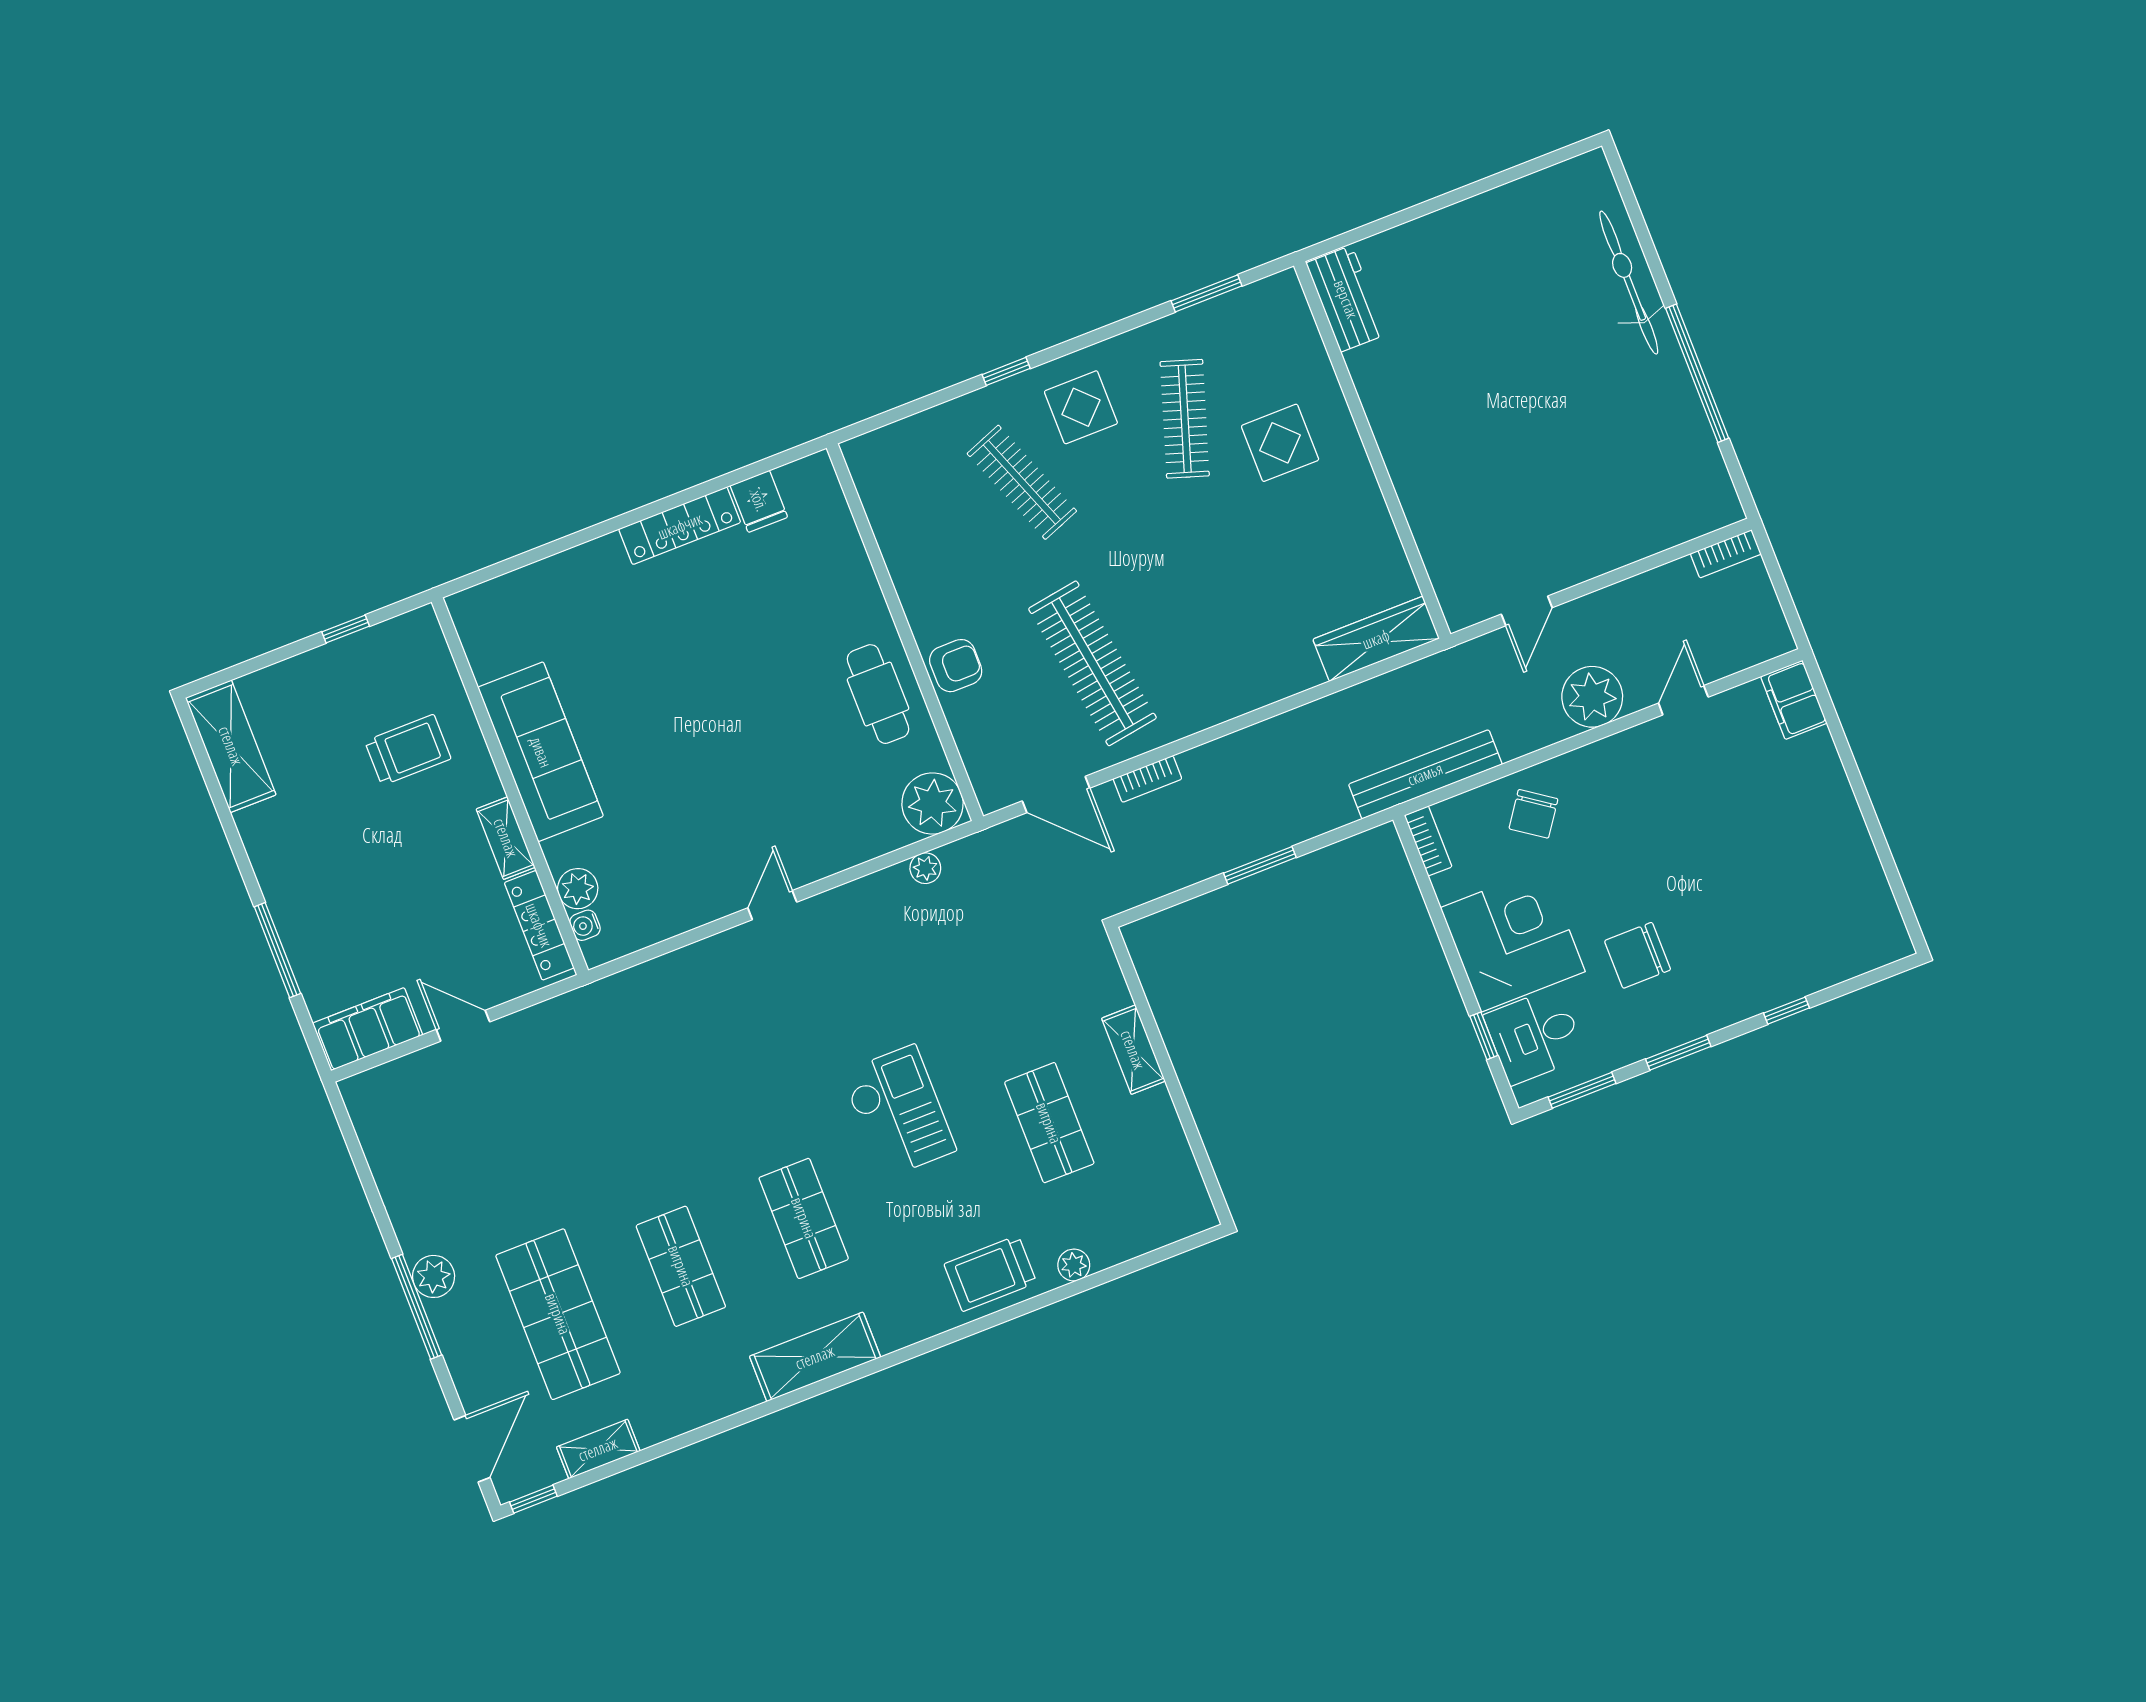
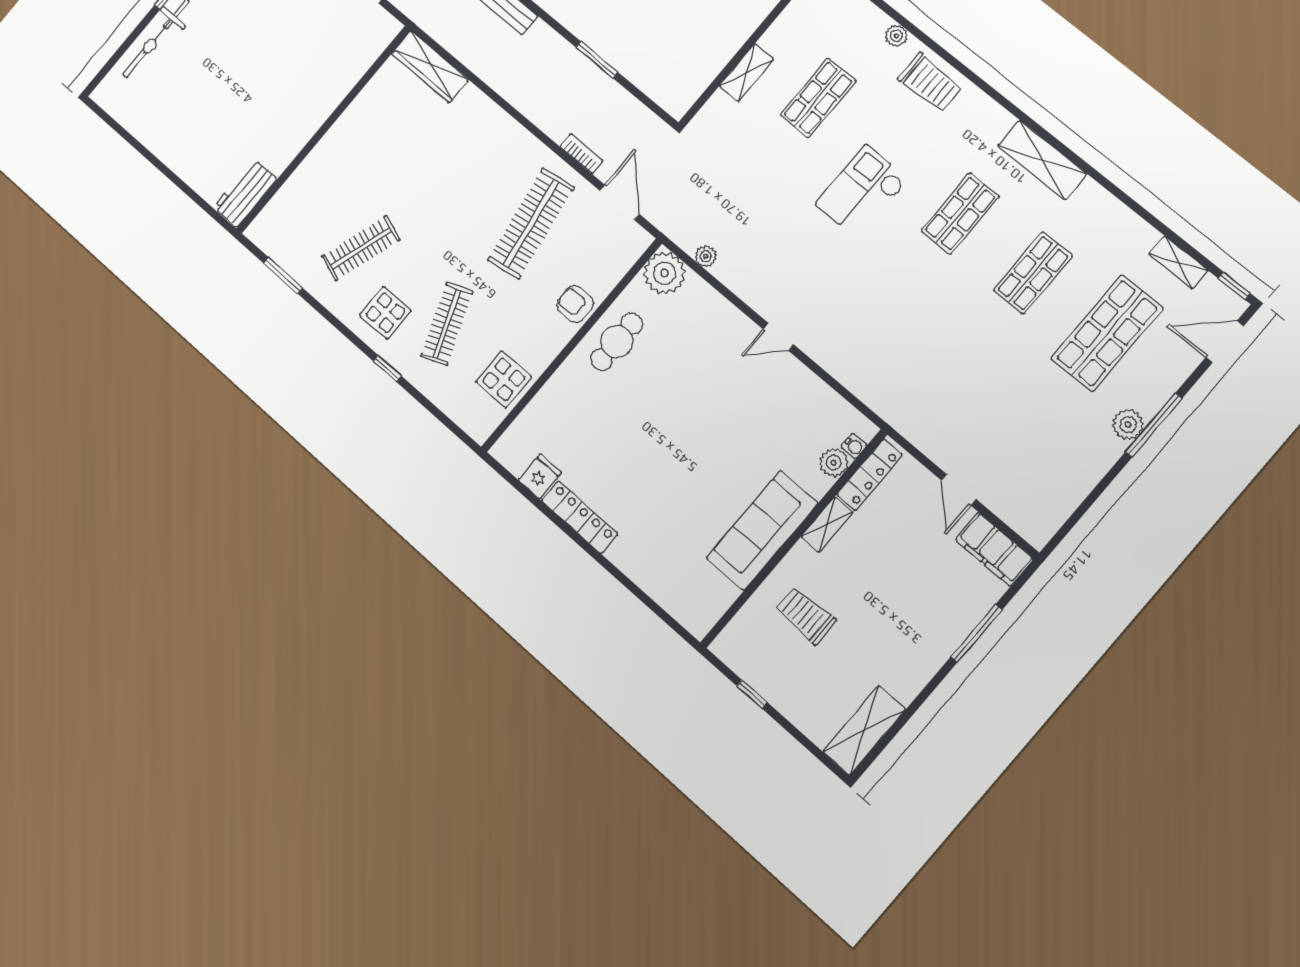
display table: (1280, 443) -> (504, 379), moved

